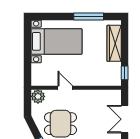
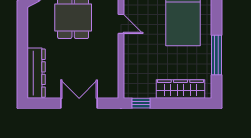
door: (65, 88) -> (121, 24), hinge flipped

